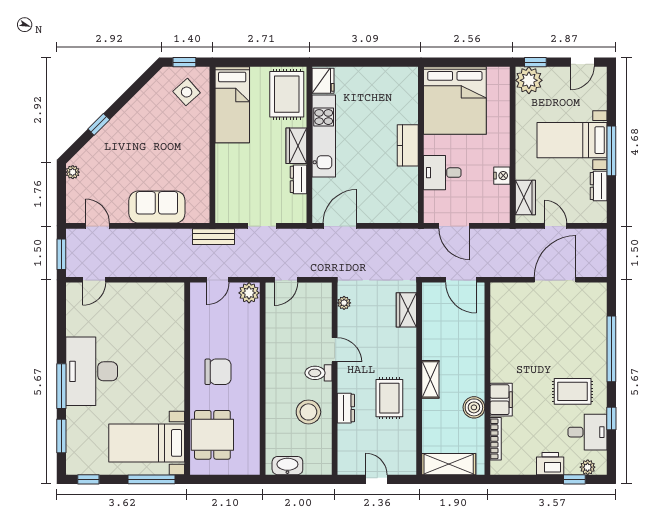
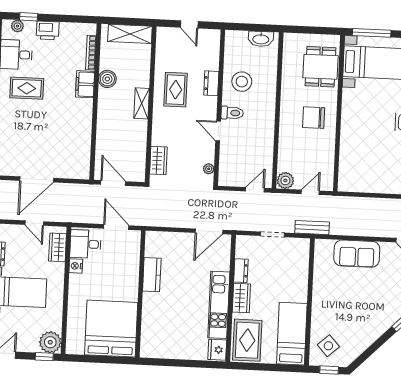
kitchen counter: (408, 145) -> (152, 275), moved
desk: (442, 173) -> (85, 244), moved, turned 180

